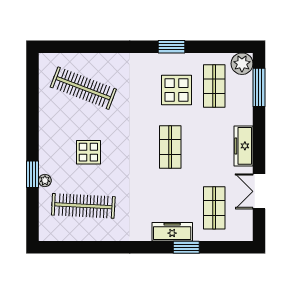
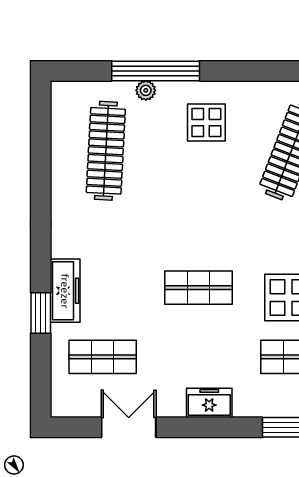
freezer: (243, 146) -> (209, 403), width x0.71
display table: (88, 152) -> (206, 123), moved
window: (33, 174) -> (156, 71), width x2.11

